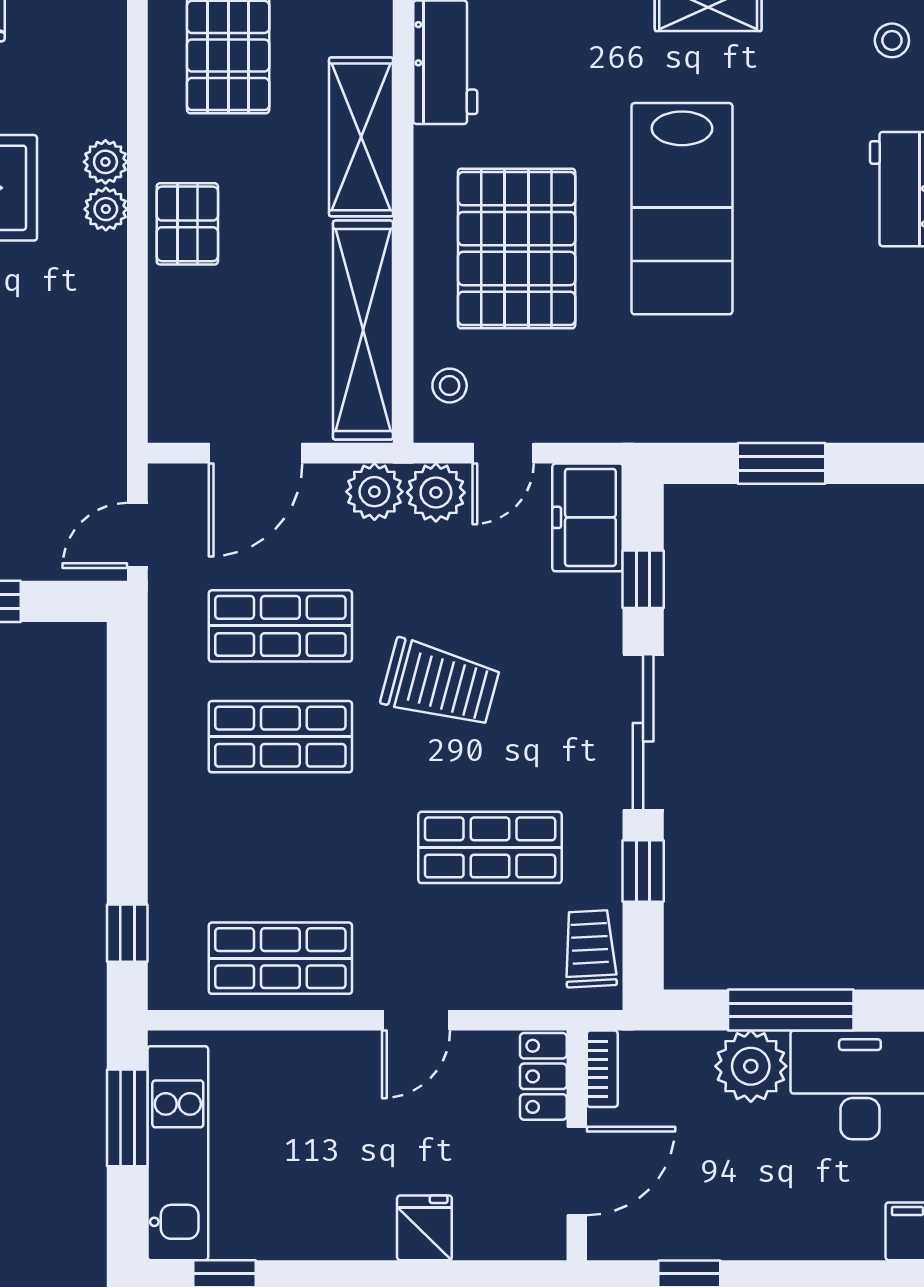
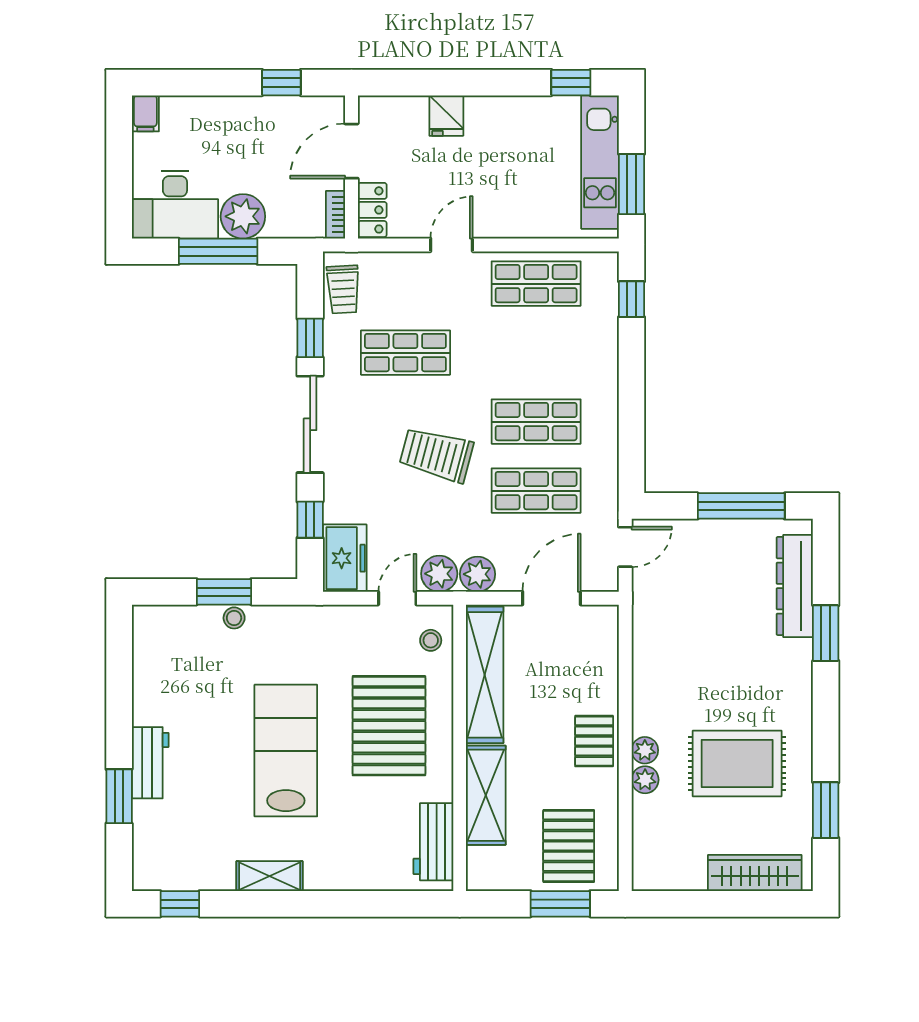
stool: (892, 40) -> (234, 618), moved

